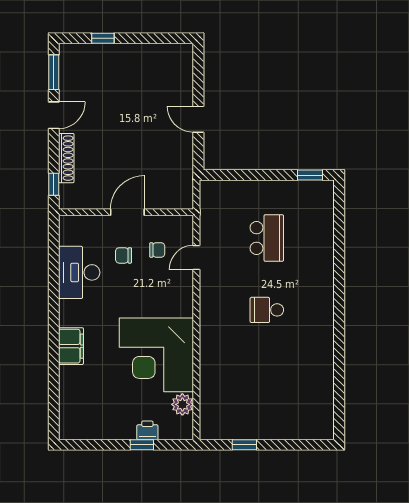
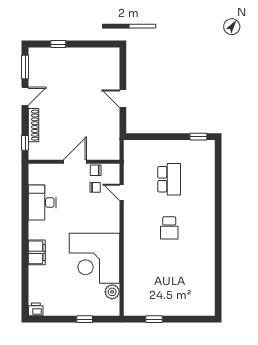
chair: (123, 255) -> (96, 170), moved
door: (196, 257) -> (122, 192), hinge flipped
school desk: (267, 310) -> (169, 228), turned -90
printer: (147, 430) -> (36, 309), moved

